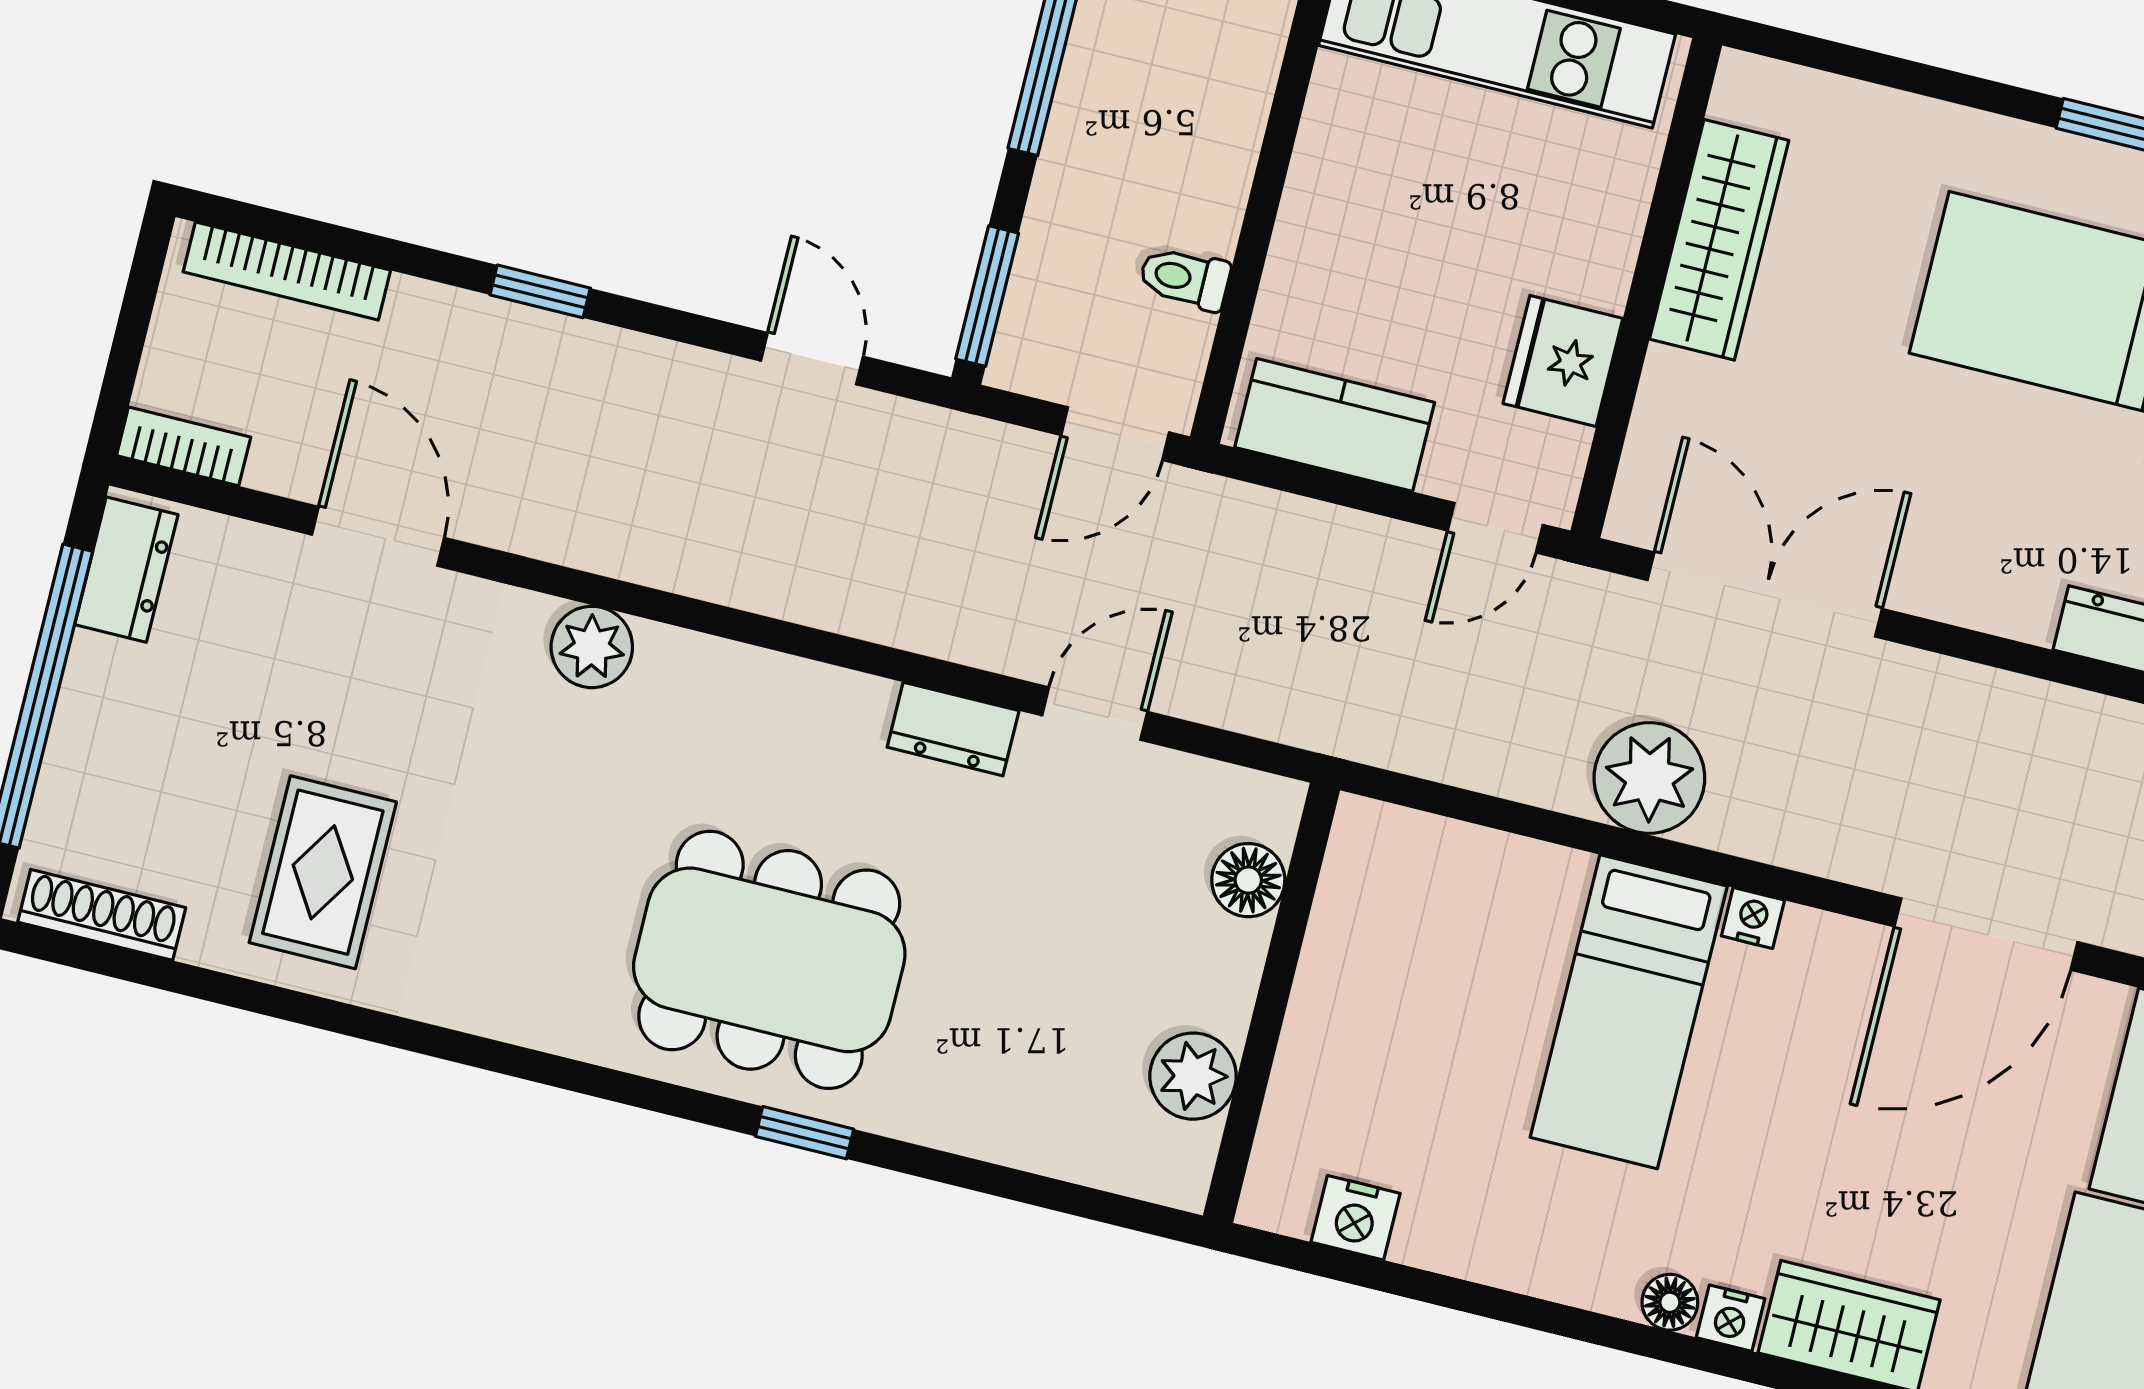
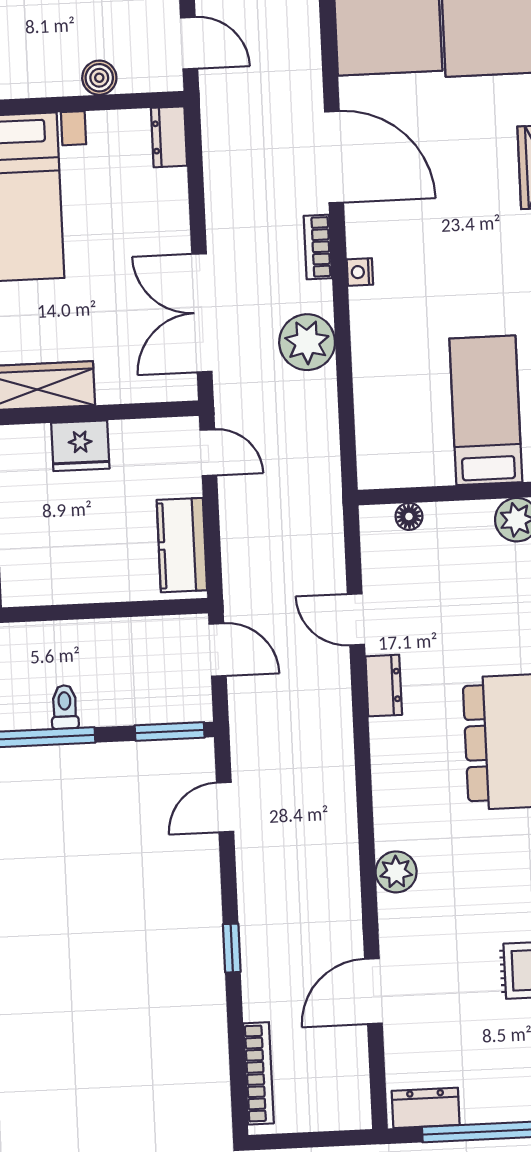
toilet: (1185, 278) -> (65, 707), moved, turned 180
fridge: (1563, 361) -> (80, 446), moved
bookcase: (184, 446) -> (318, 247), moved
floor lamp: (1248, 880) -> (409, 516), width x0.73, depth x0.73
bed: (1629, 1012) -> (486, 410), moved, turned -90

